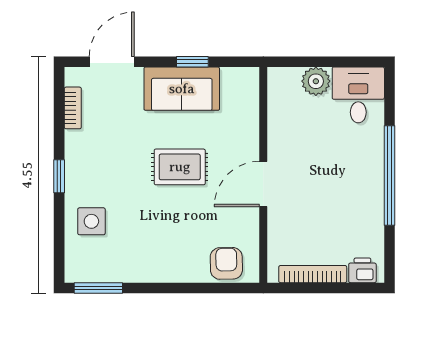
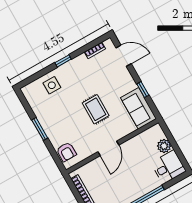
sofa: (182, 89) -> (138, 108), moved
door: (263, 184) -> (108, 148), swing flipped
armchair: (226, 263) -> (66, 152), turned 91
window: (98, 288) -> (40, 129), moved

